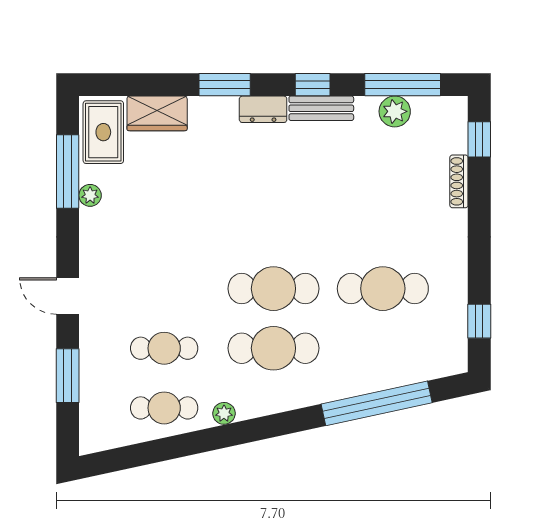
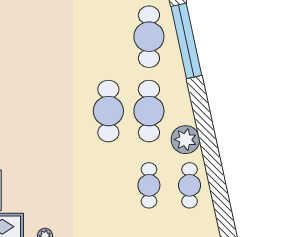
cafe table: (383, 289) -> (149, 37), moved
plant: (224, 413) -> (185, 140), width x1.88, depth x1.88

